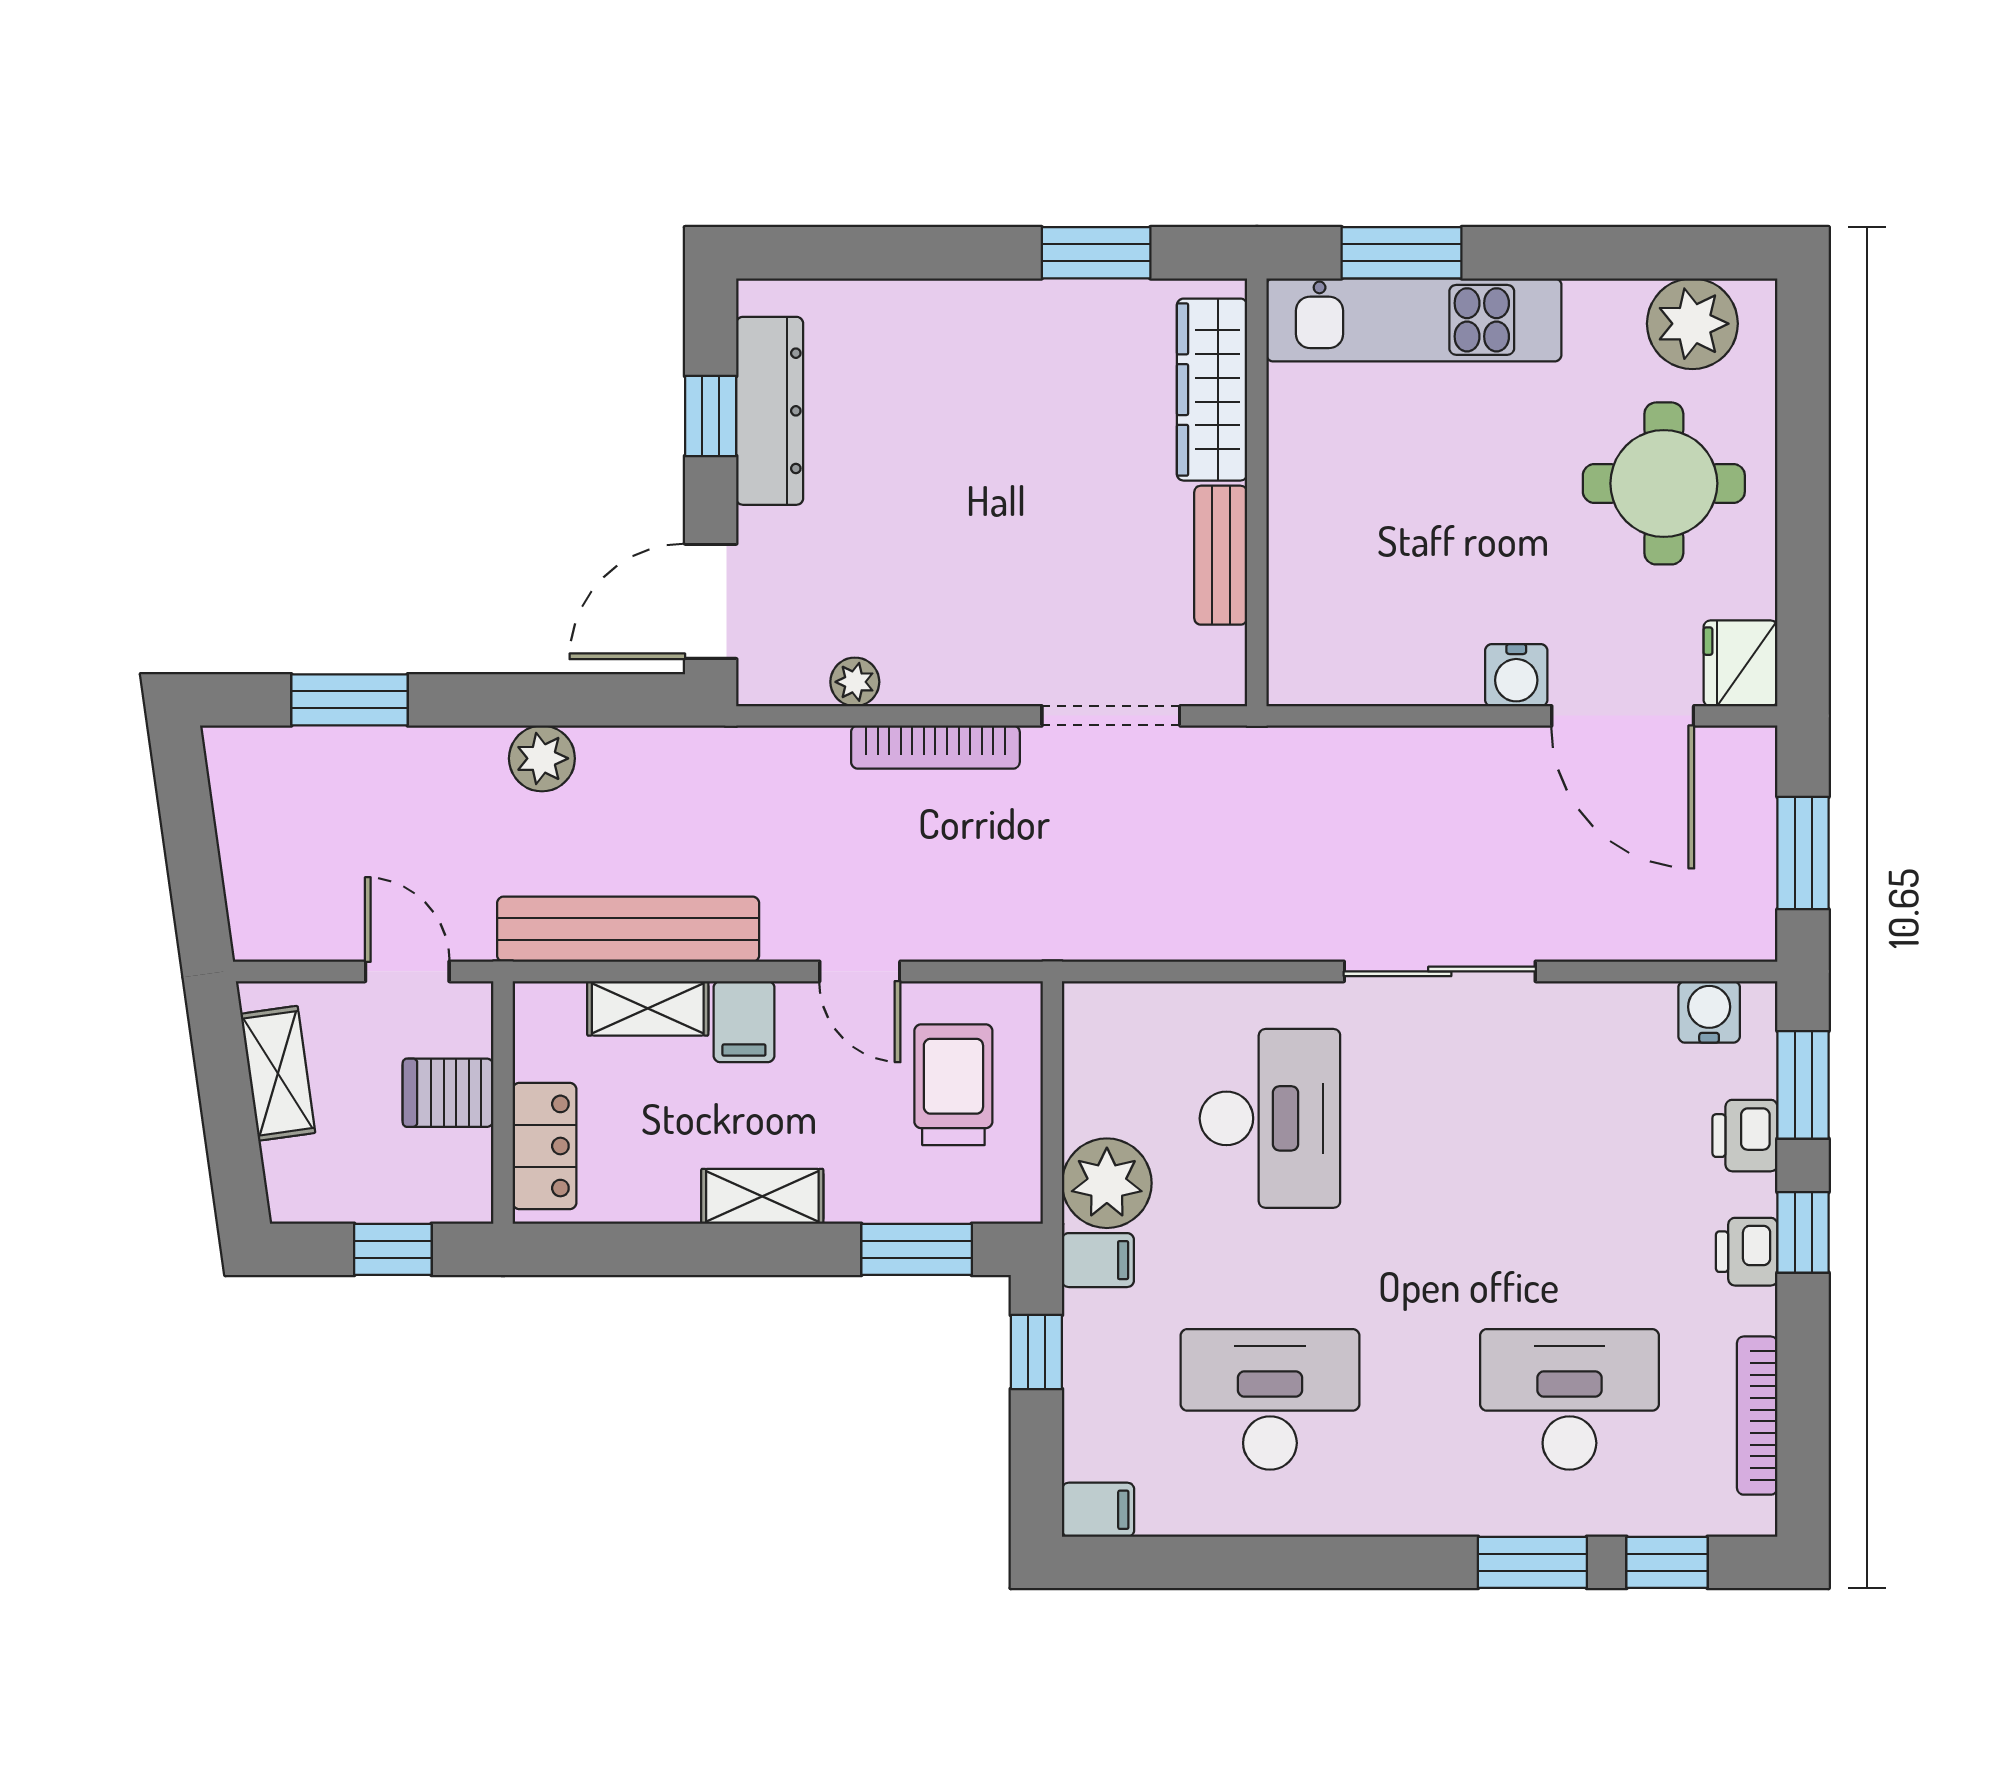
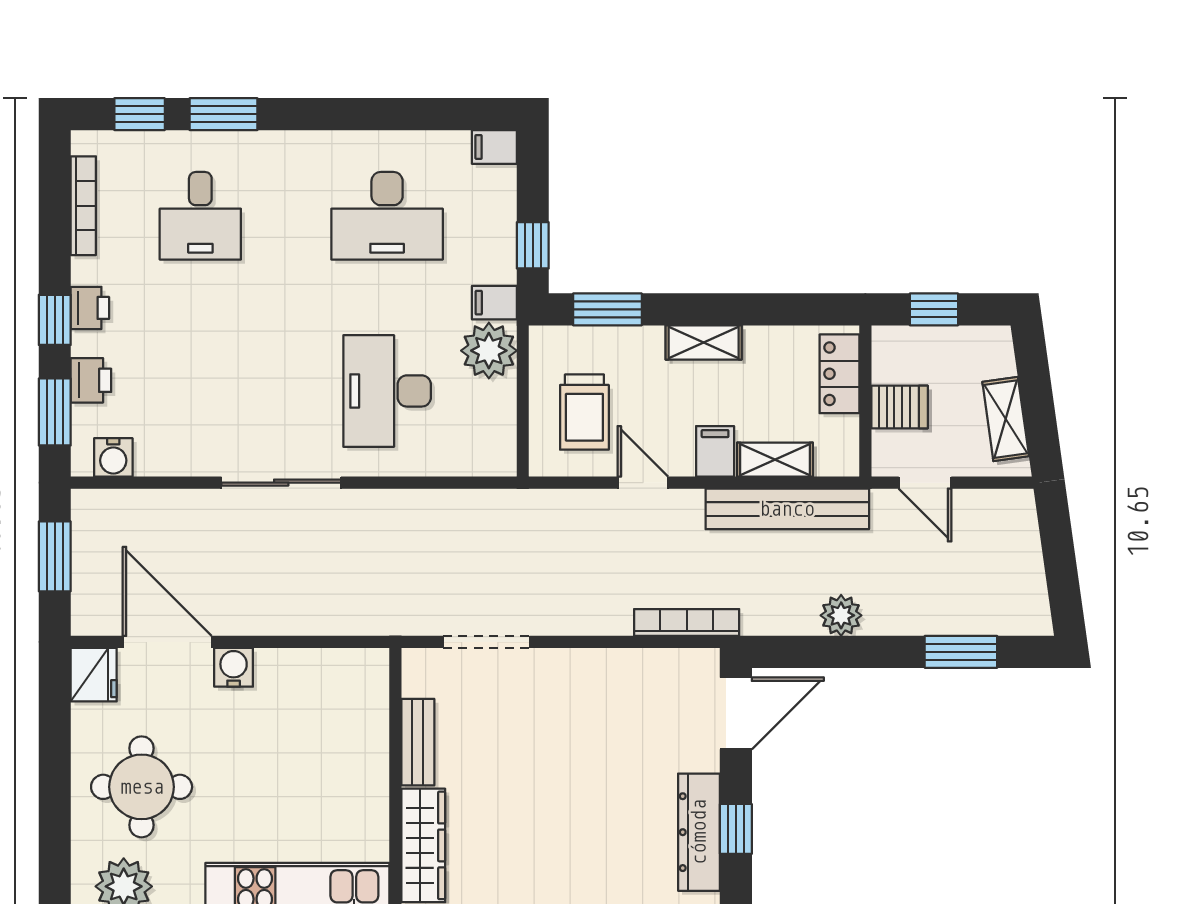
plant: (855, 682) -> (646, 663), removed
bookcase: (935, 747) -> (687, 623), moved
desk: (1569, 1399) -> (200, 216), width x0.73

